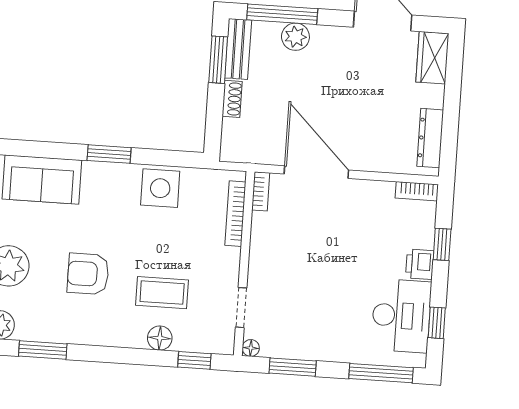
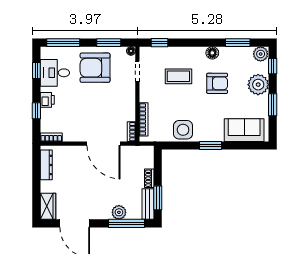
desk: (401, 316) -> (55, 73), width x0.73
armchair: (323, 320) -> (95, 68), added
floor lamp: (160, 338) -> (212, 53), moved

